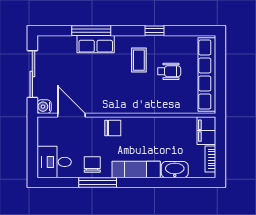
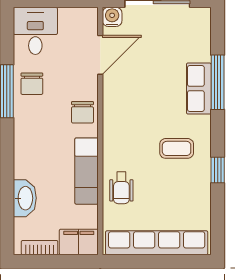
wheelchair: (169, 71) -> (121, 188), moved
chair: (92, 164) -> (32, 84), turned 90
exam couch: (136, 169) -> (86, 171), moved, turned 180

